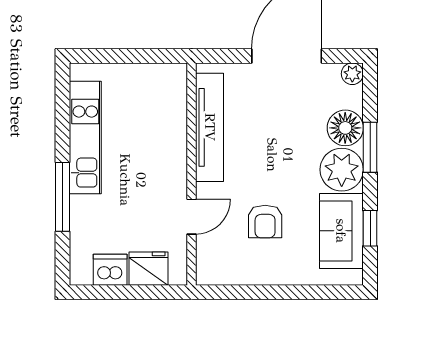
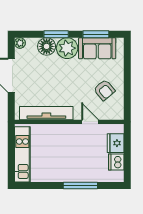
kitchen unit: (85, 138) -> (22, 154), moved, turned 90
armchair: (265, 221) -> (104, 90), moved, turned 50
window: (370, 228) -> (96, 34), width x1.50

